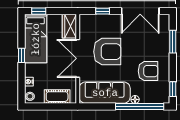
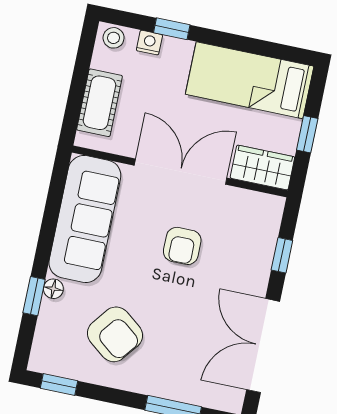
window: (39, 11) -> (307, 134), moved
armchair: (107, 52) -> (182, 246), width x0.53, depth x0.53
window: (22, 55) -> (172, 29), moved
armchair: (148, 71) -> (115, 334), turned -52
window: (140, 106) -> (34, 296), width x0.32

